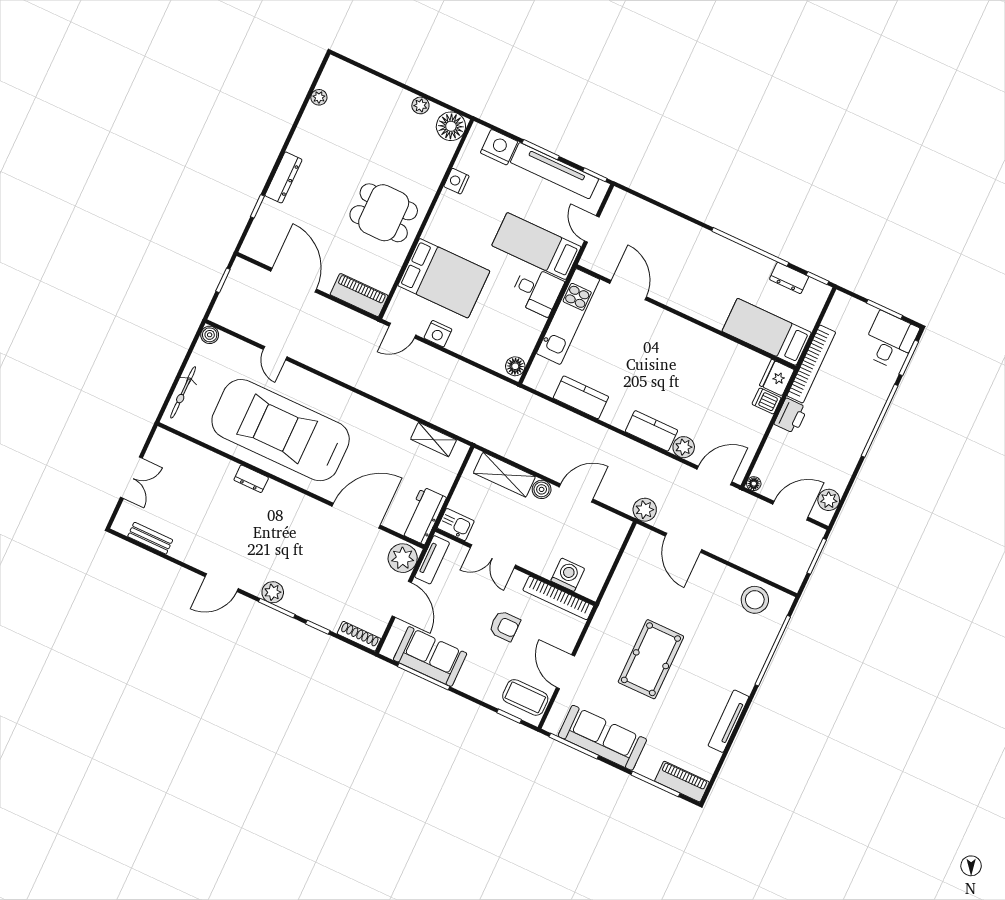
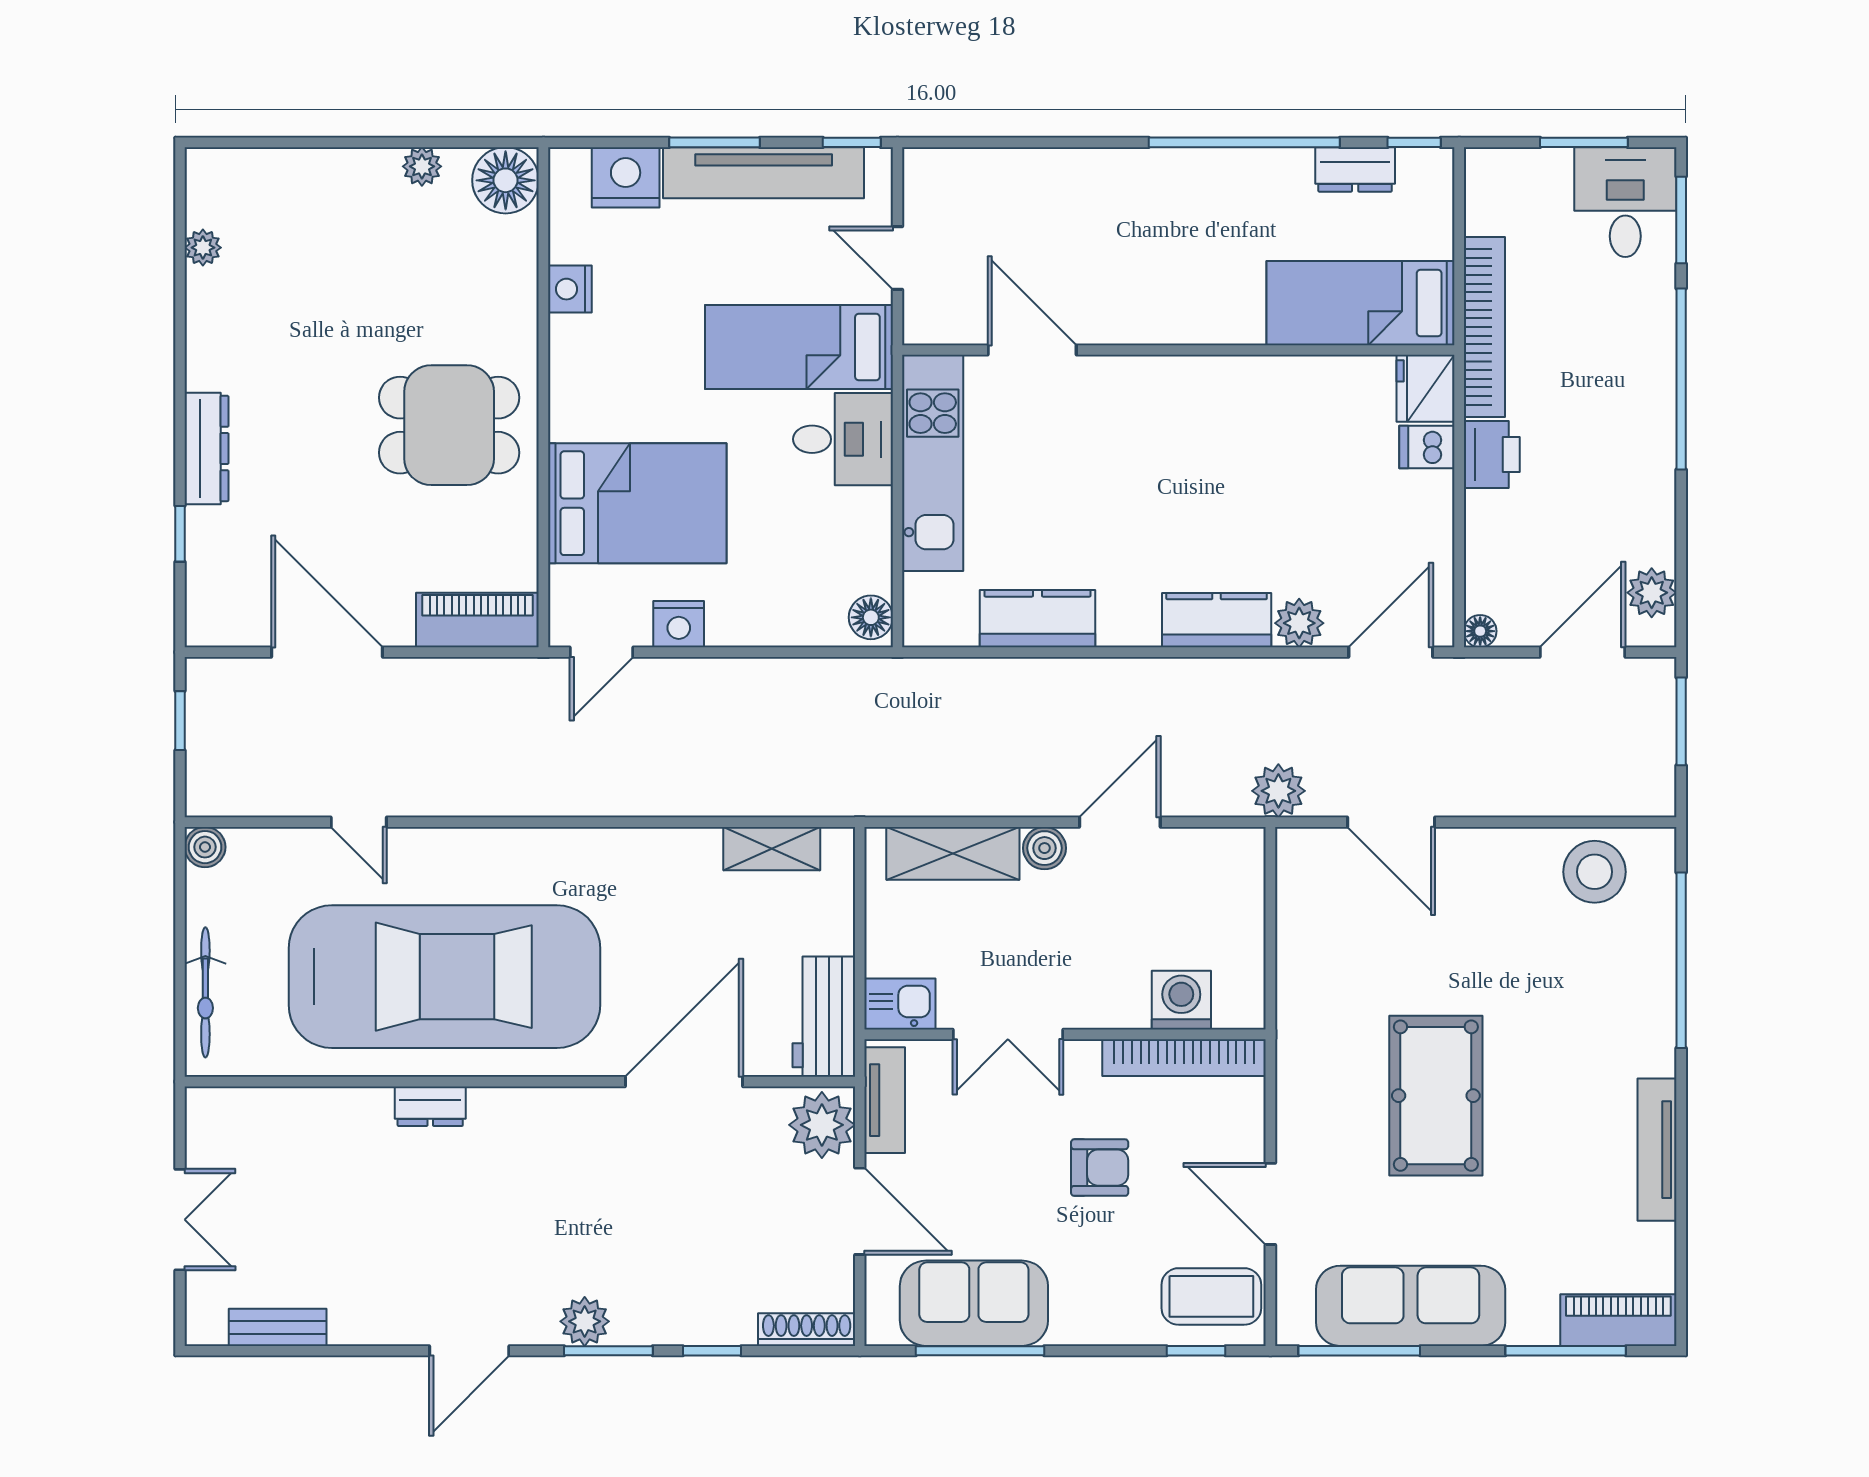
car: (281, 430) -> (444, 977), turned 180

